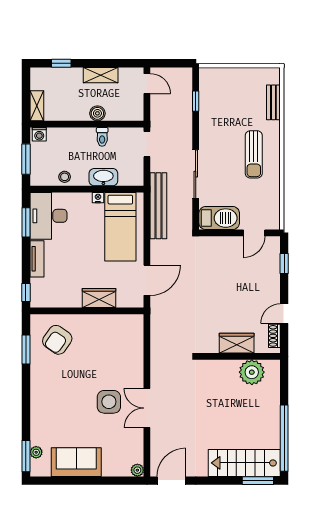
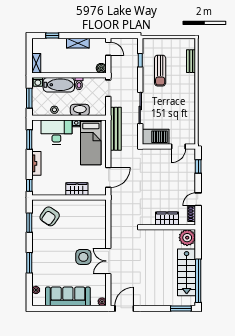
boiler: (97, 113) -> (101, 68), moved
bathtub: (71, 139) -> (59, 85), added
sun lounger: (254, 154) -> (160, 71), moved
desk: (48, 216) -> (56, 132), moved, turned 90
plant: (252, 372) -> (187, 238), moved
window: (26, 456) -> (29, 263), moved
sofa: (76, 462) -> (68, 296), width x1.36
stairs: (244, 463) -> (187, 272), moved, turned -90

